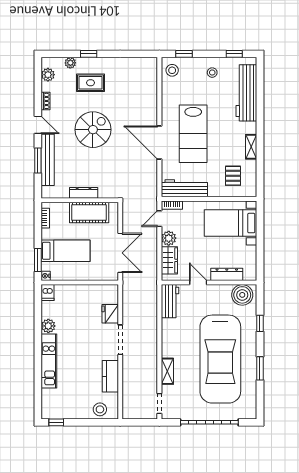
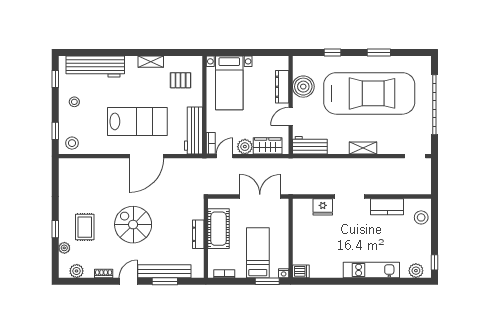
door: (159, 219) -> (225, 156), swing flipped
boiler: (242, 295) -> (303, 87), moved
plant: (48, 326) -> (416, 271), moved
shelving: (167, 371) -> (363, 148), moved

